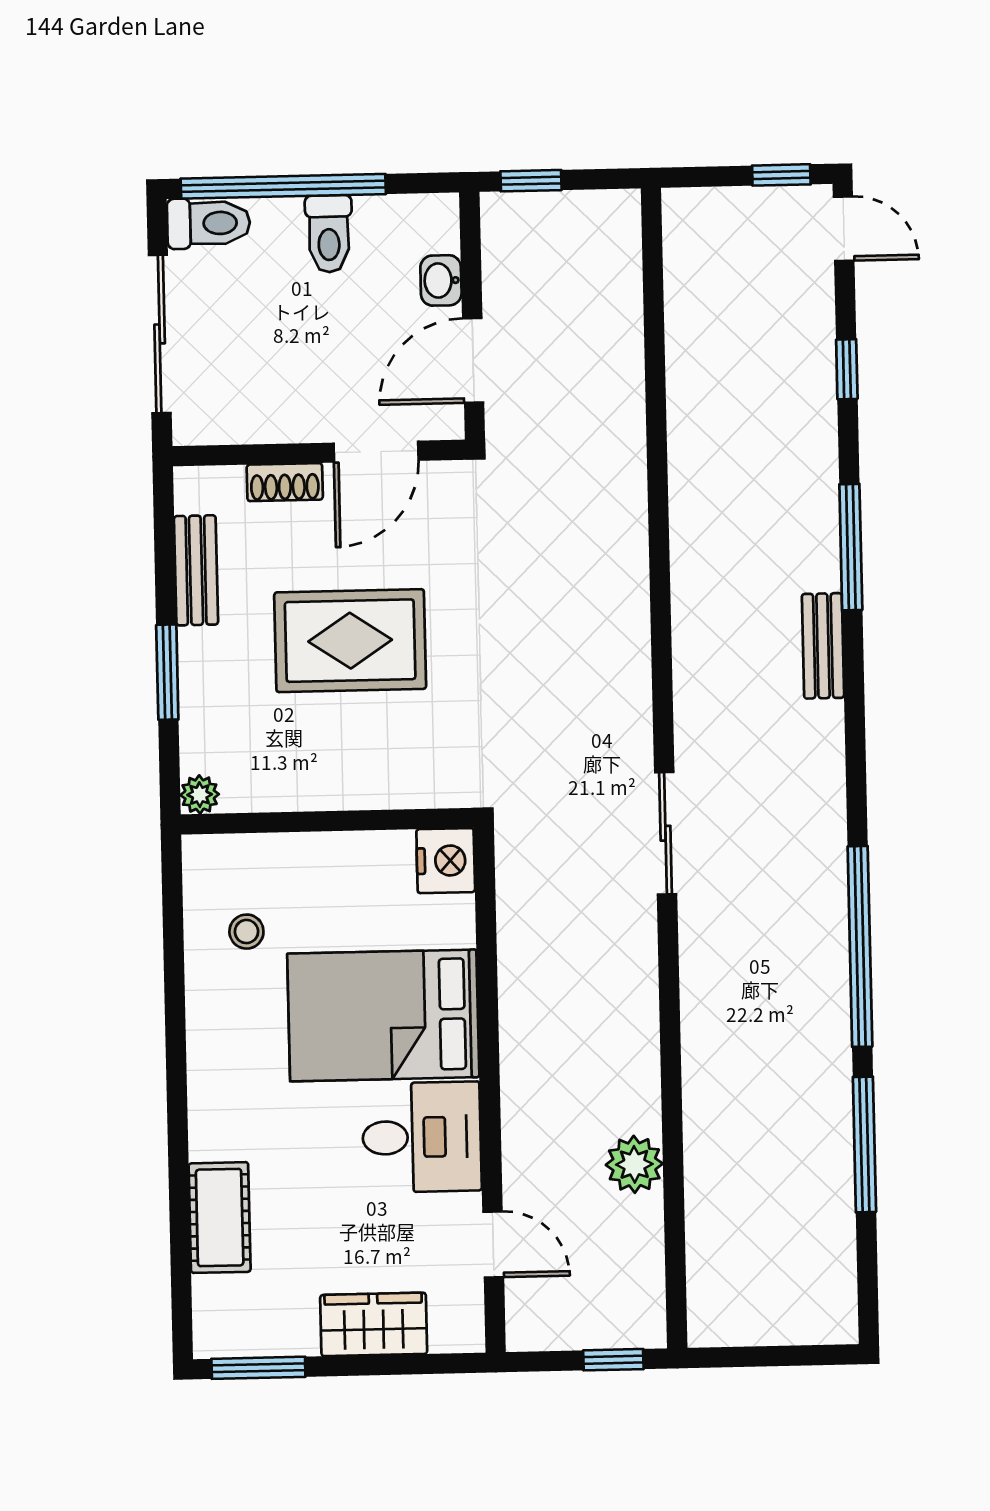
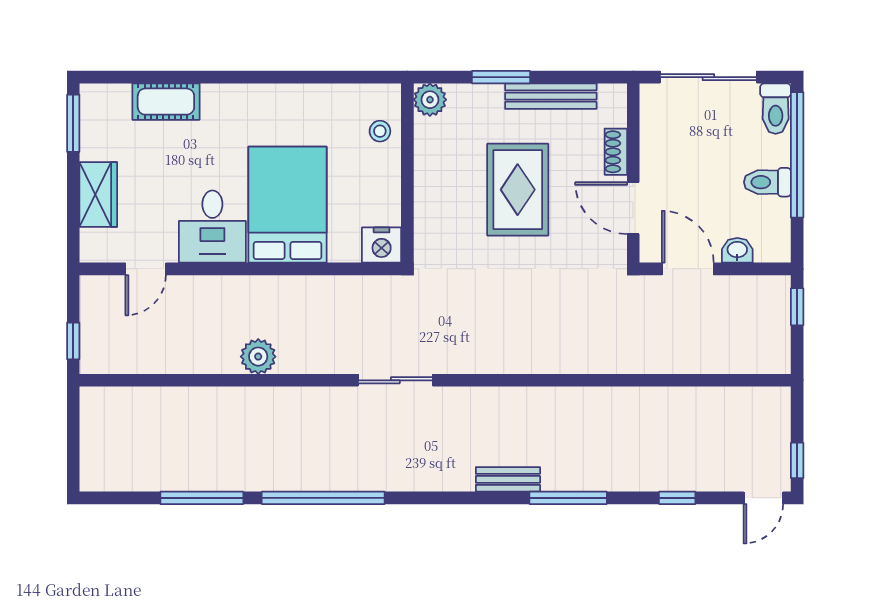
bench: (196, 570) -> (551, 96), width x1.36
plant: (200, 795) -> (430, 100), width x1.38, depth x1.38
stool: (246, 932) -> (380, 131), moved
plant: (634, 1164) -> (258, 357), moved

